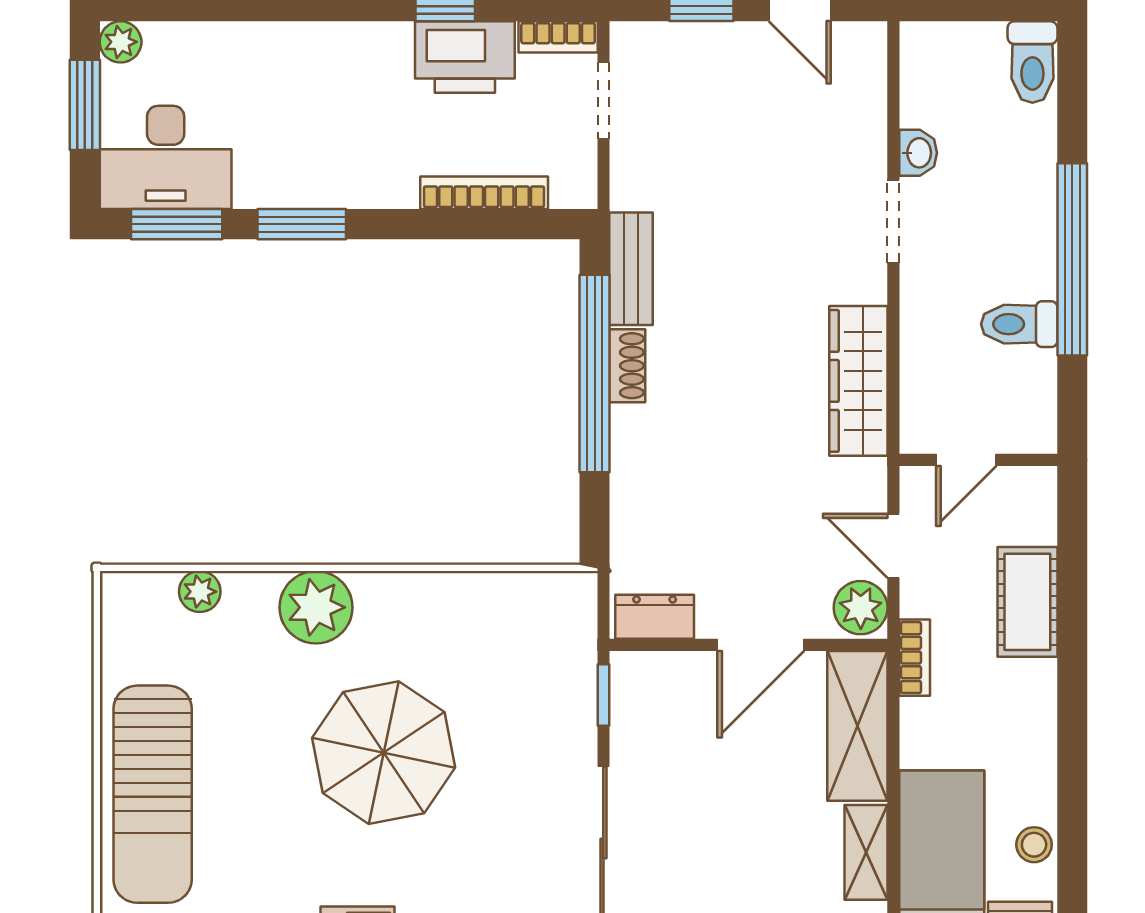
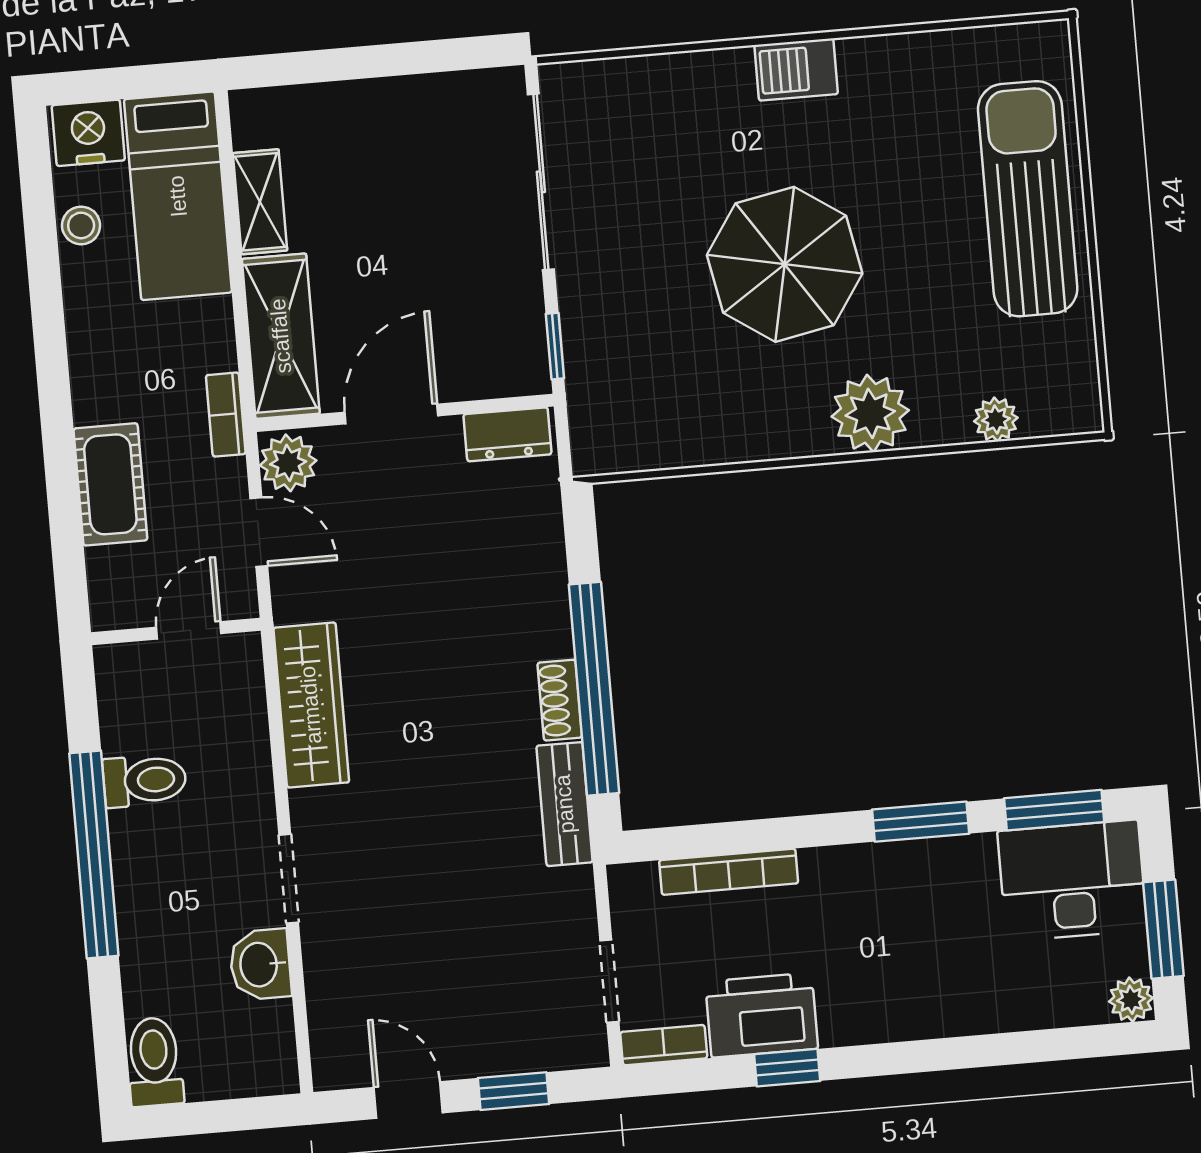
washbasin: (918, 153) -> (260, 964), width x1.38, depth x1.45

